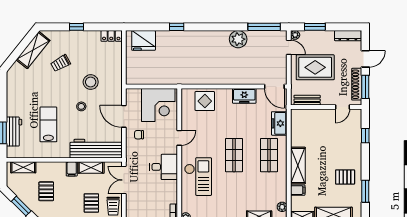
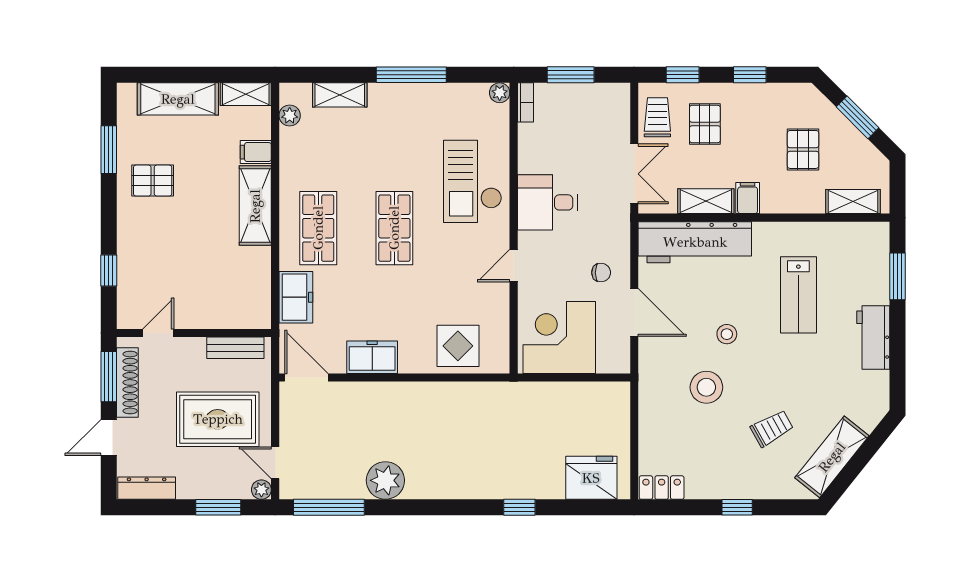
workbench: (14, 132) -> (873, 338), moved

